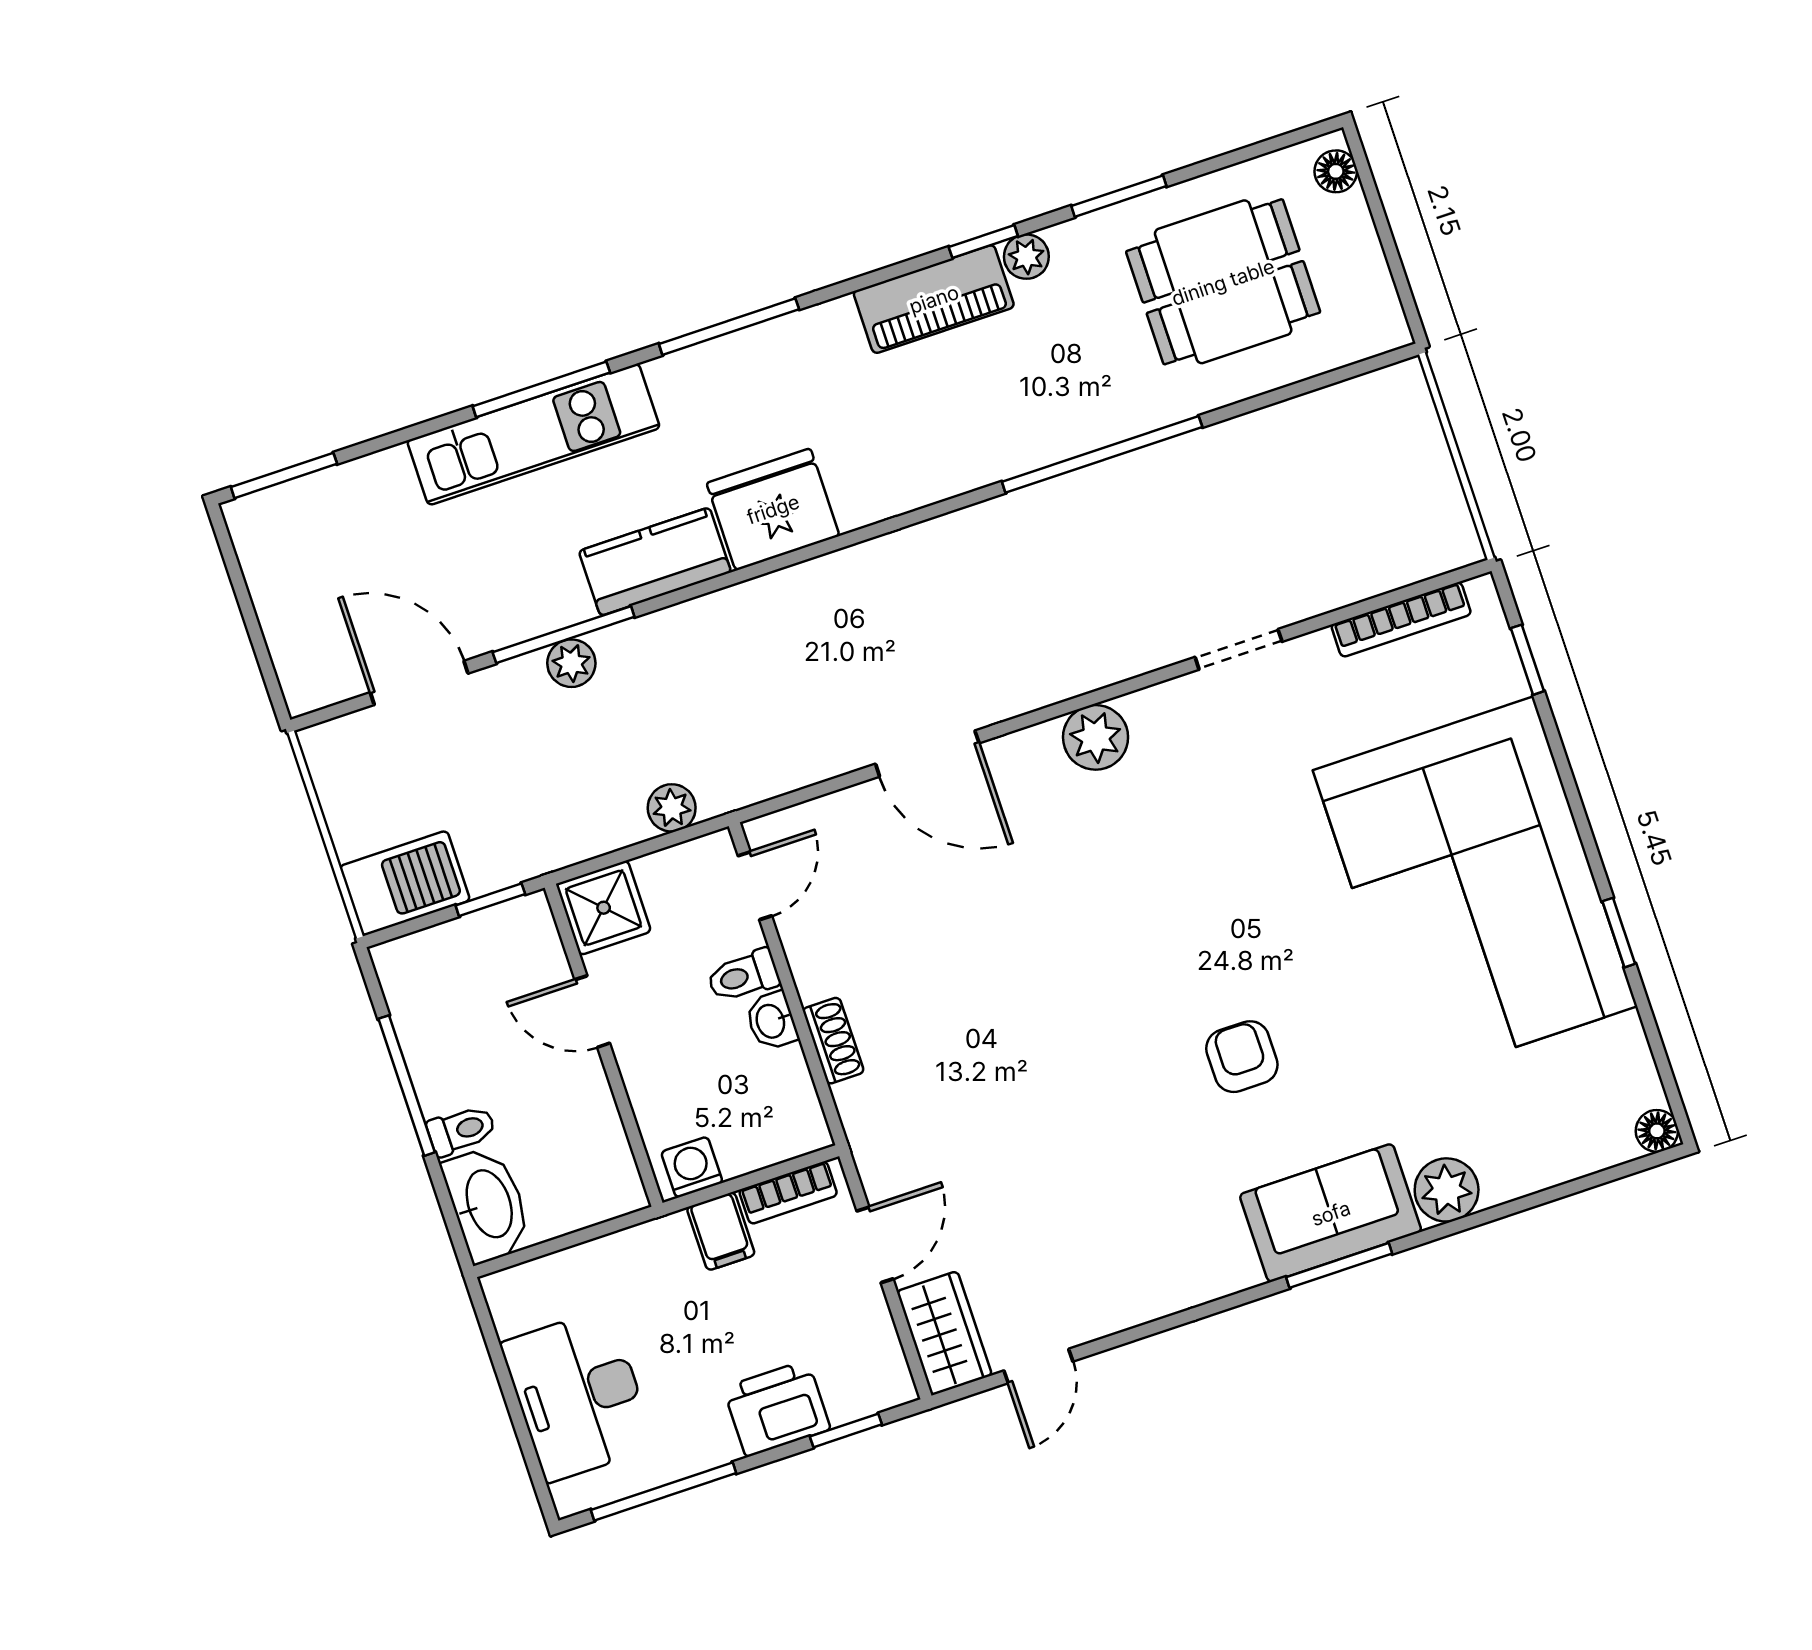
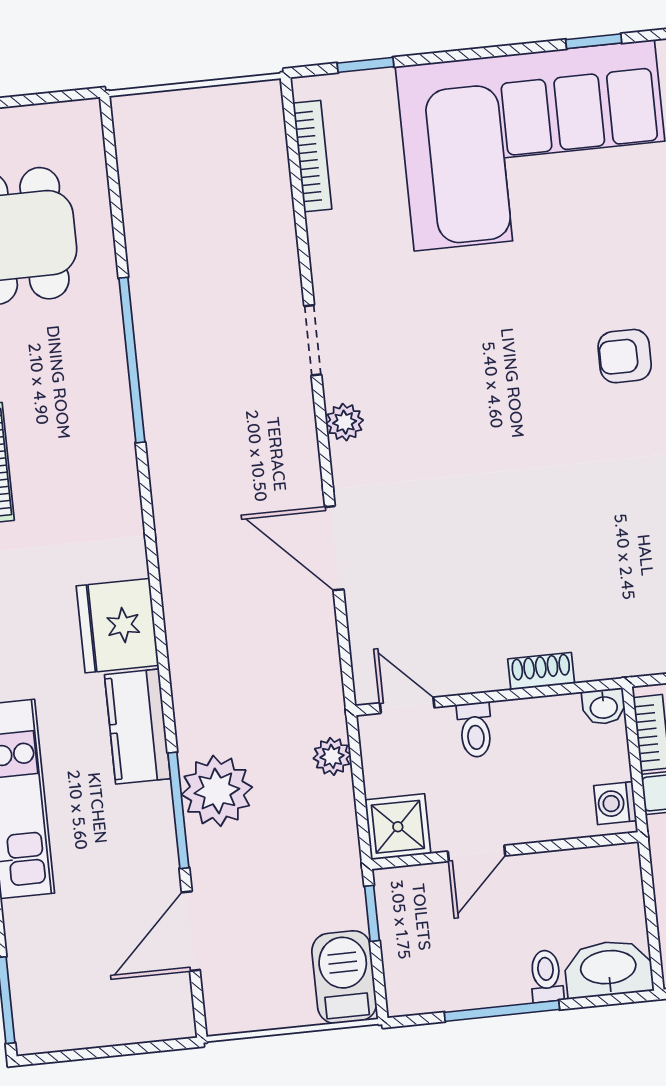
doorway: (1238, 649) -> (313, 340), moved
plant: (571, 663) -> (217, 791), width x1.88, depth x1.88
plant: (1096, 737) -> (345, 422), width x0.73, depth x0.73
door: (927, 754) -> (334, 548), swing flipped
washbasin: (772, 1021) -> (604, 707), moved

